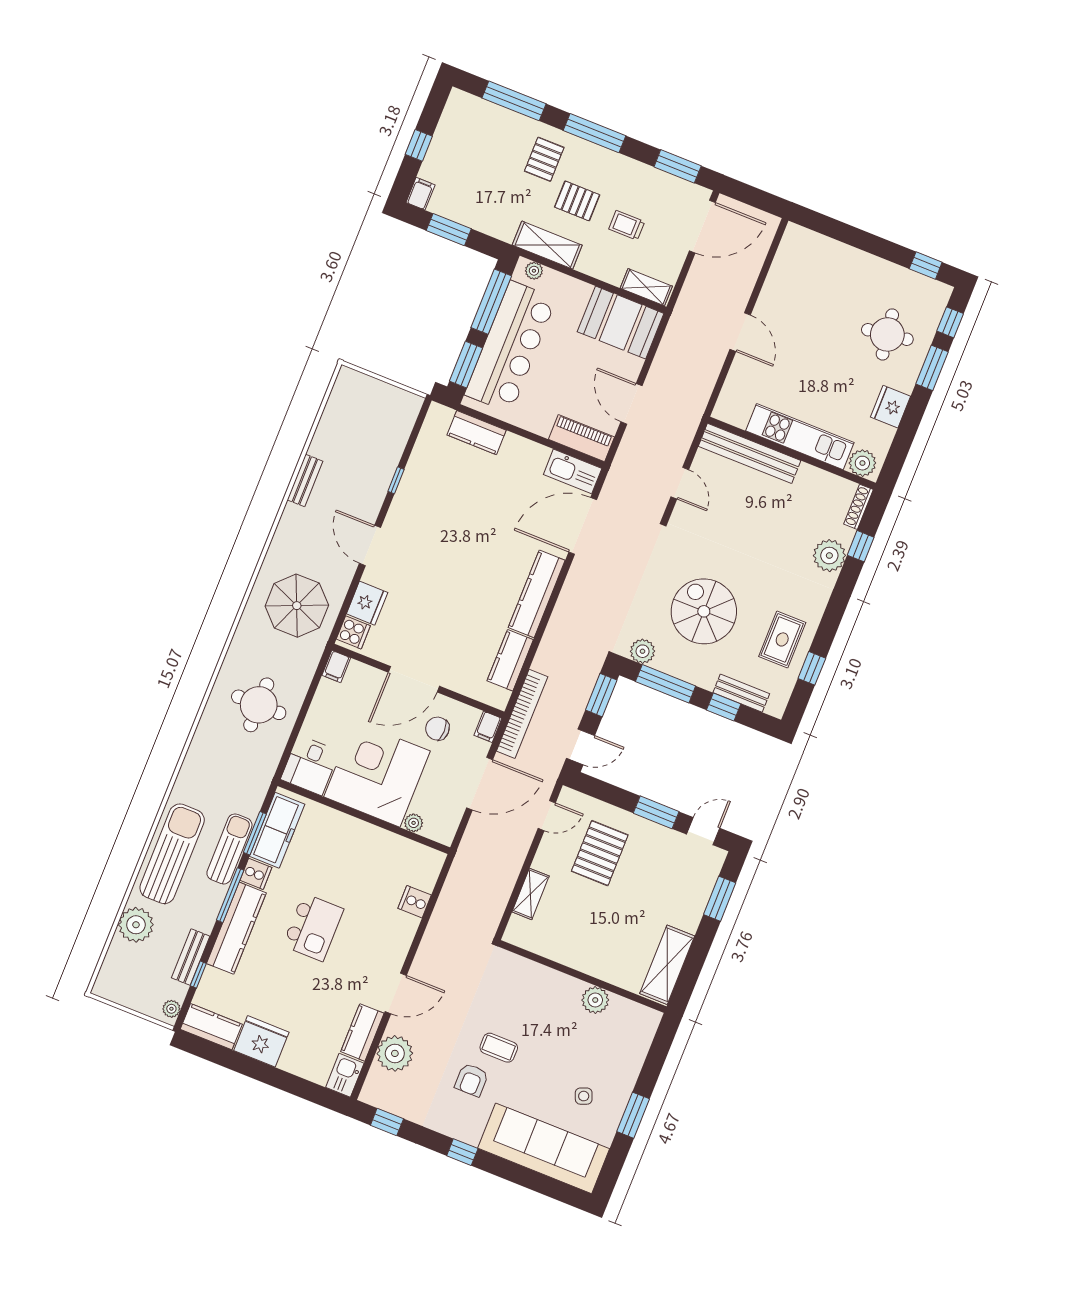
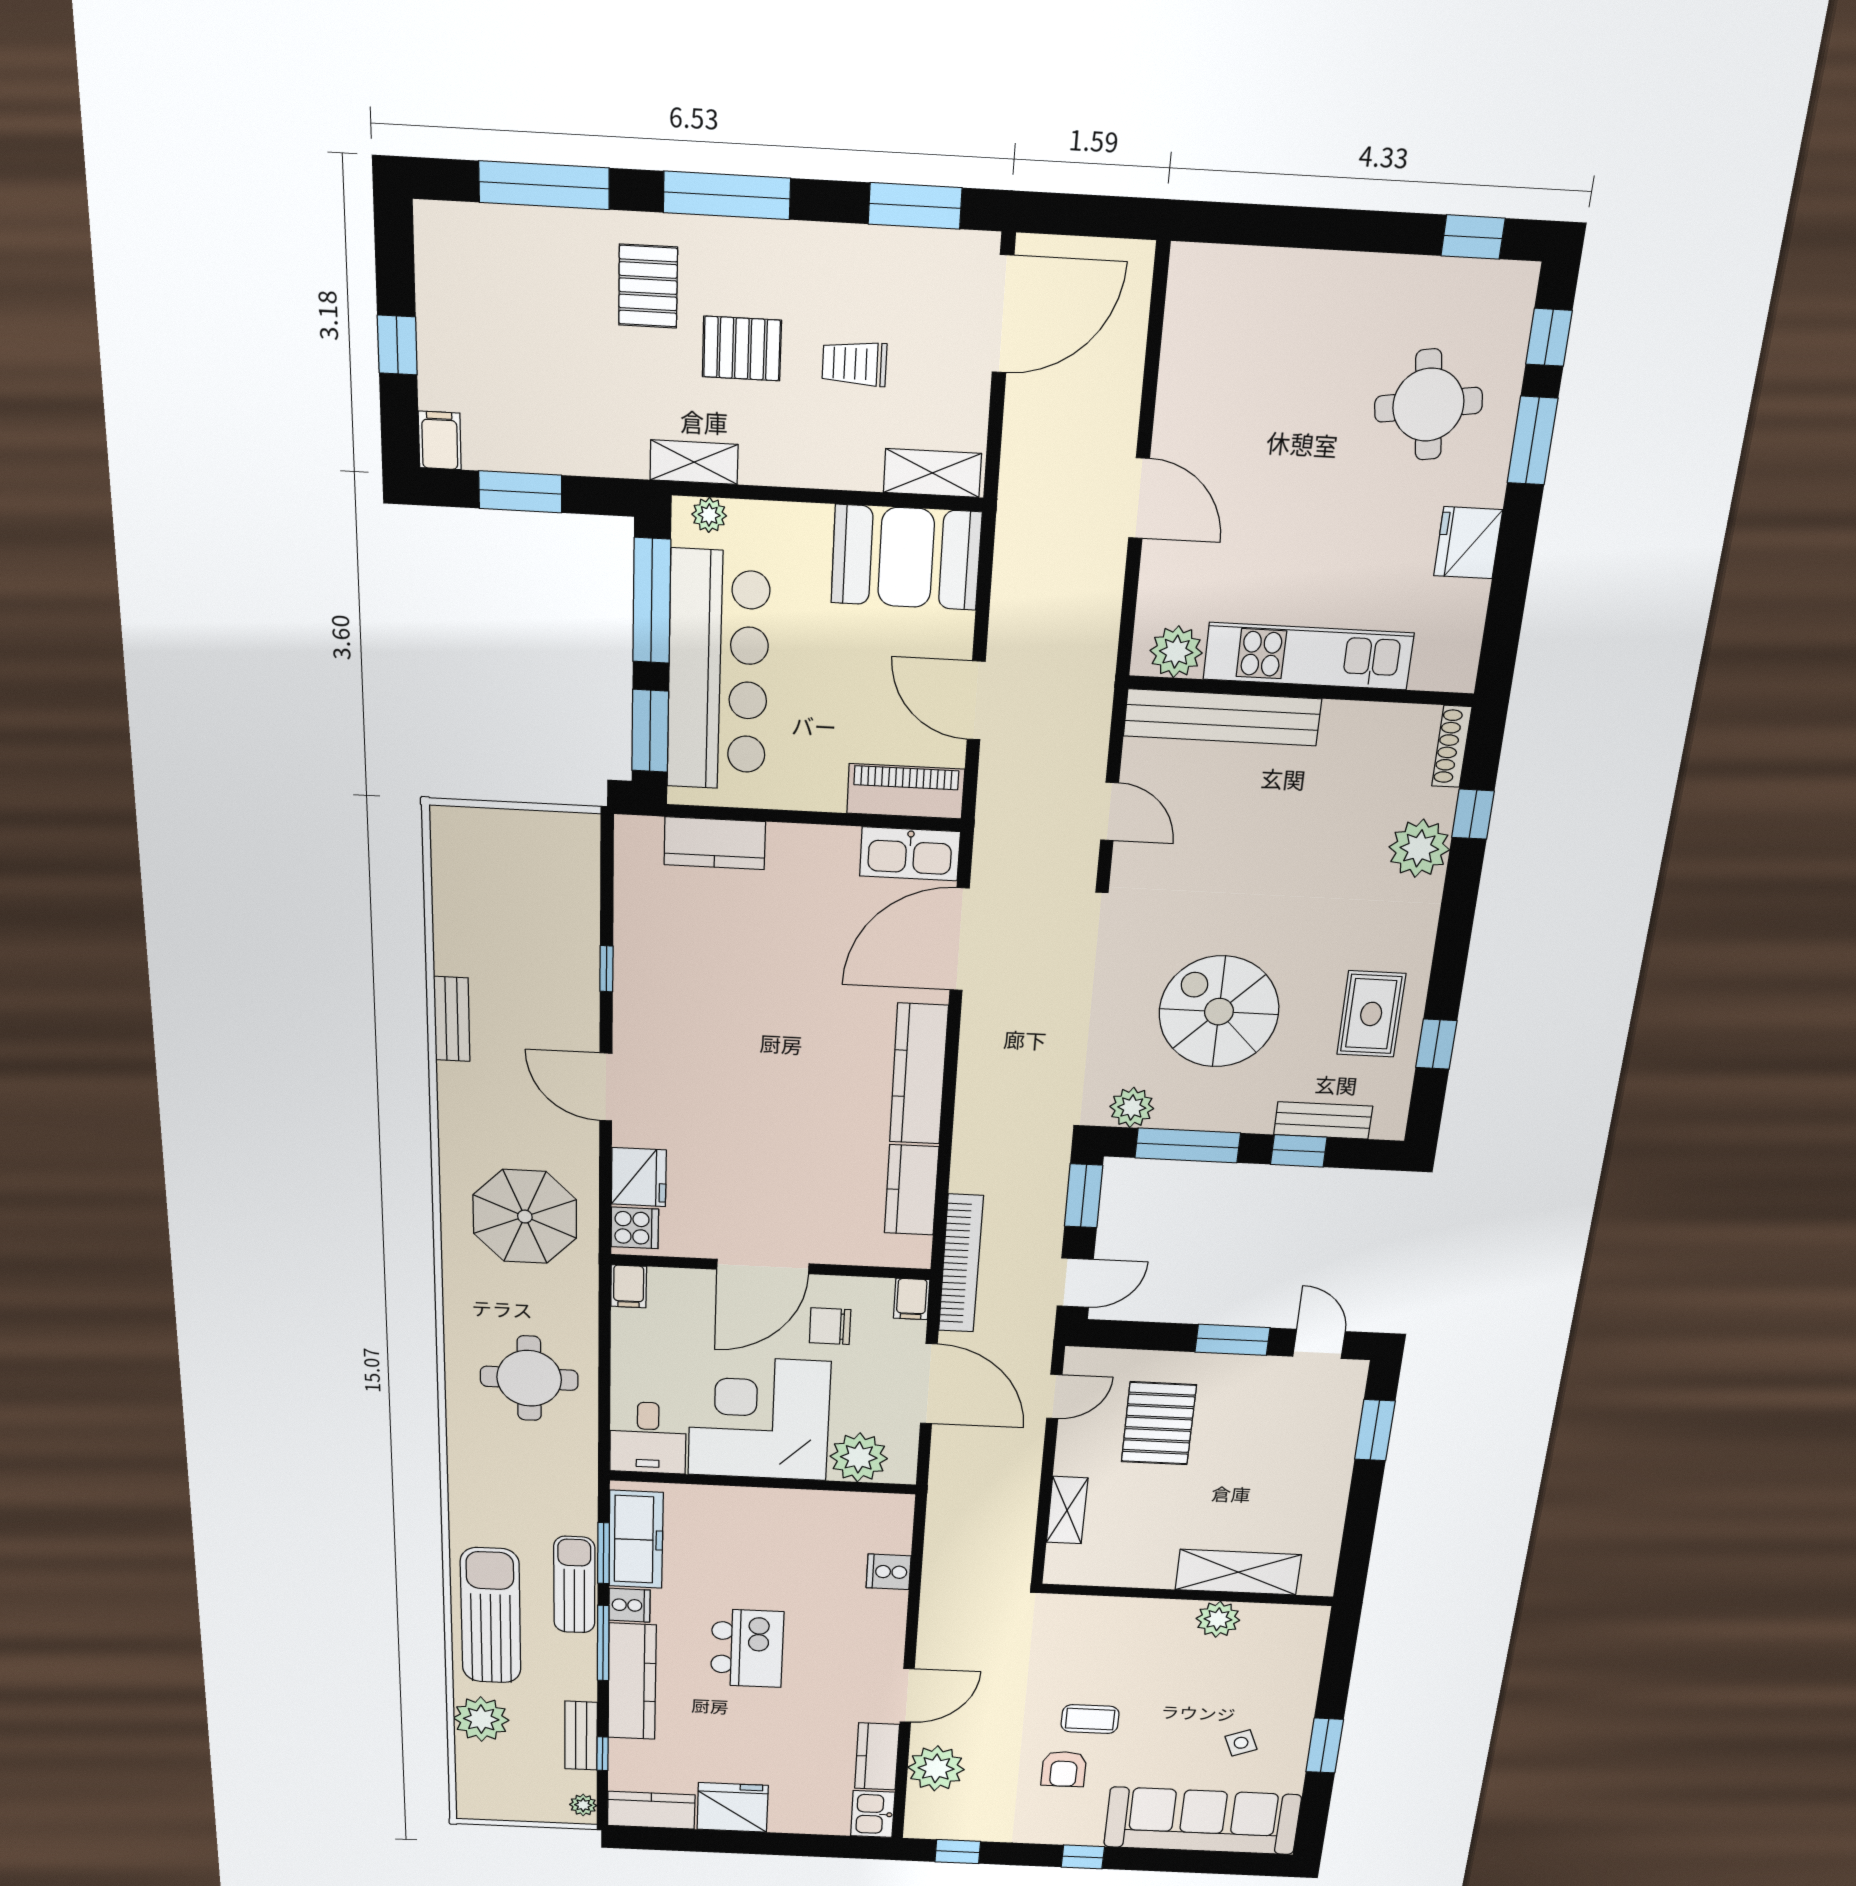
shelving: (547, 245) -> (694, 462), width x0.67, depth x0.75
plant: (862, 463) -> (1176, 652), moved
door: (480, 784) -> (929, 1384), hinge flipped
plant: (414, 823) -> (859, 1457), width x1.88, depth x1.88
door: (703, 831) -> (1319, 1344), hinge flipped
shelving: (667, 965) -> (1238, 1572), moved, turned 90

